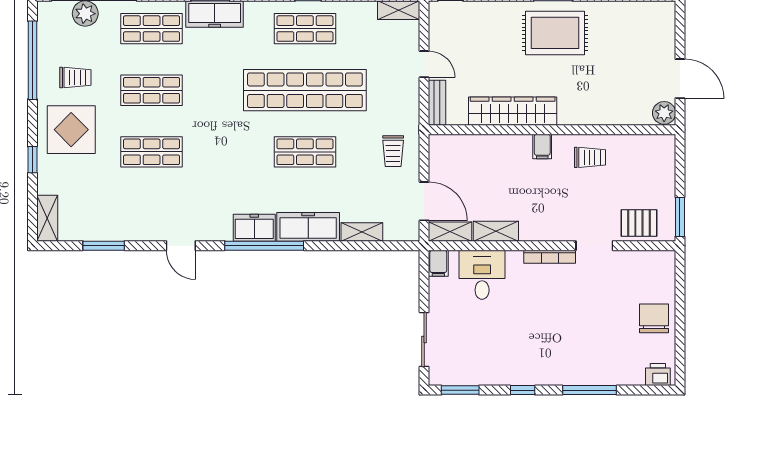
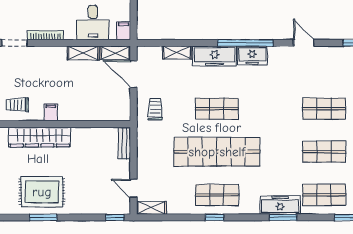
door: (424, 64) -> (133, 189), moved
wardrobe: (513, 111) -> (40, 137), moved

